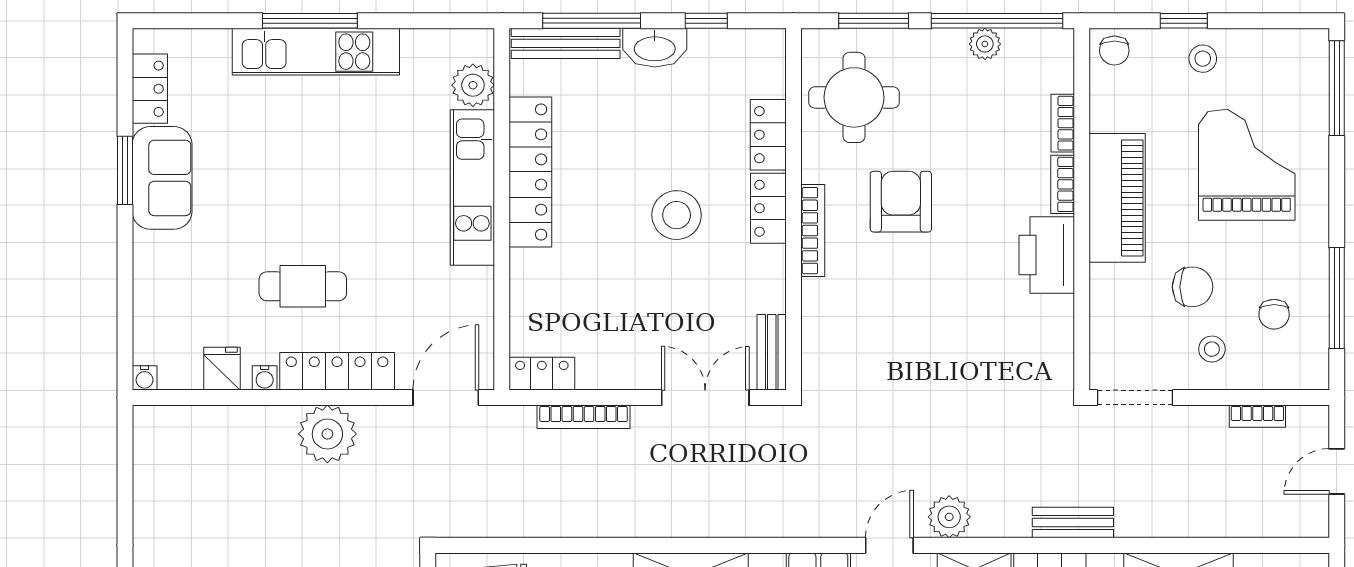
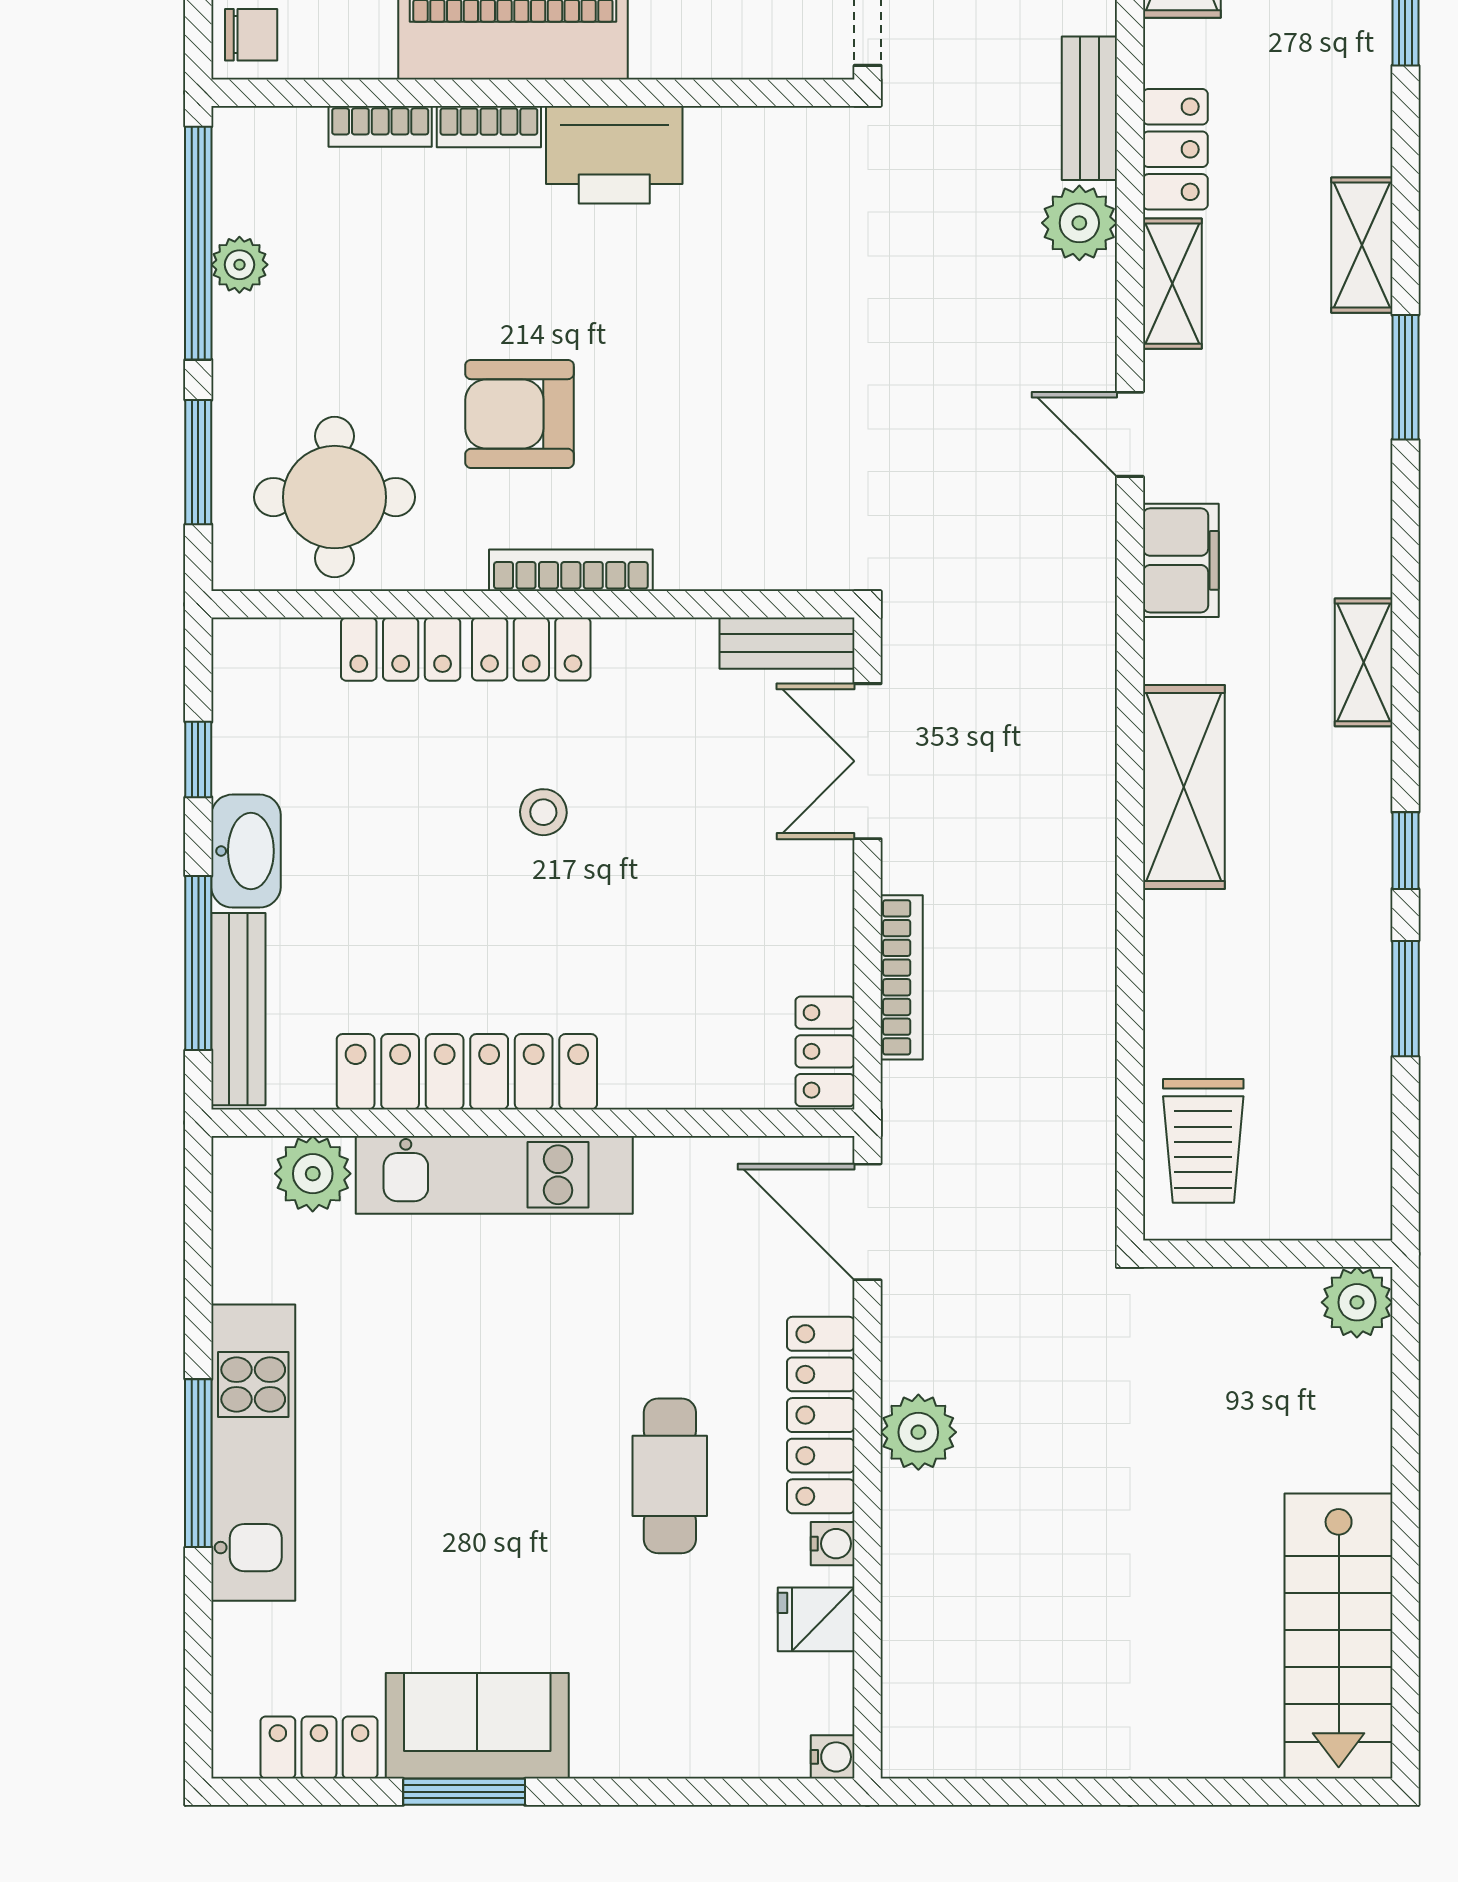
stool: (677, 215) -> (543, 812), width x0.53, depth x0.53
plant: (327, 434) -> (918, 1432), width x0.73, depth x0.73
plant: (949, 517) -> (1079, 223), moved

